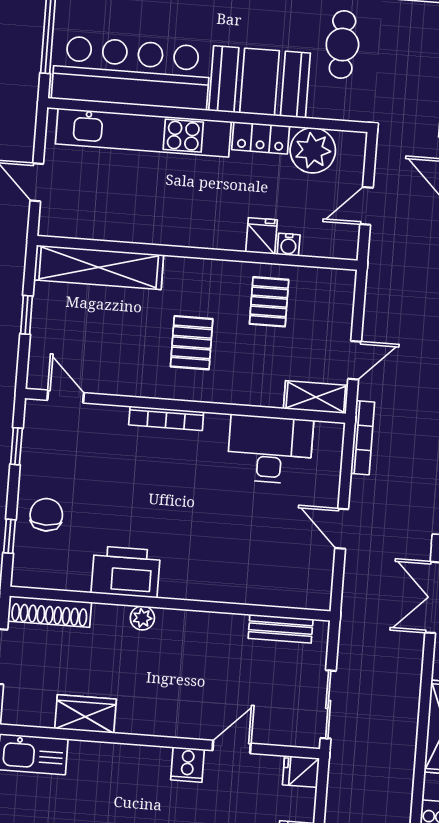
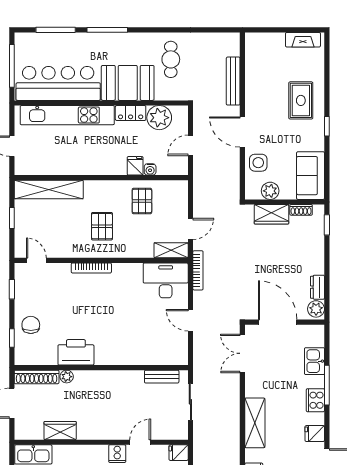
desk: (270, 449) -> (166, 280), moved
plant: (142, 618) -> (67, 377), moved
sliding door: (328, 704) -> (190, 402), moved

